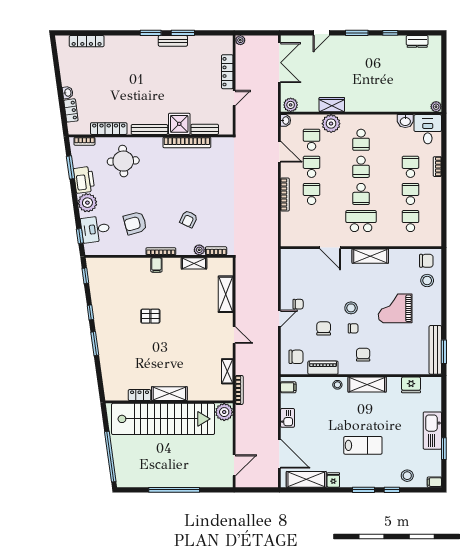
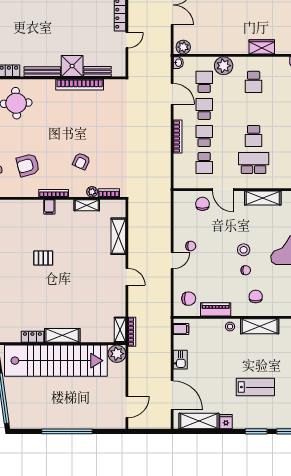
wardrobe: (332, 105) -> (262, 47), moved
school desk: (361, 167) -> (204, 163), moved
chair: (324, 328) -> (202, 204), moved
shelving: (227, 371) -> (120, 330), moved

